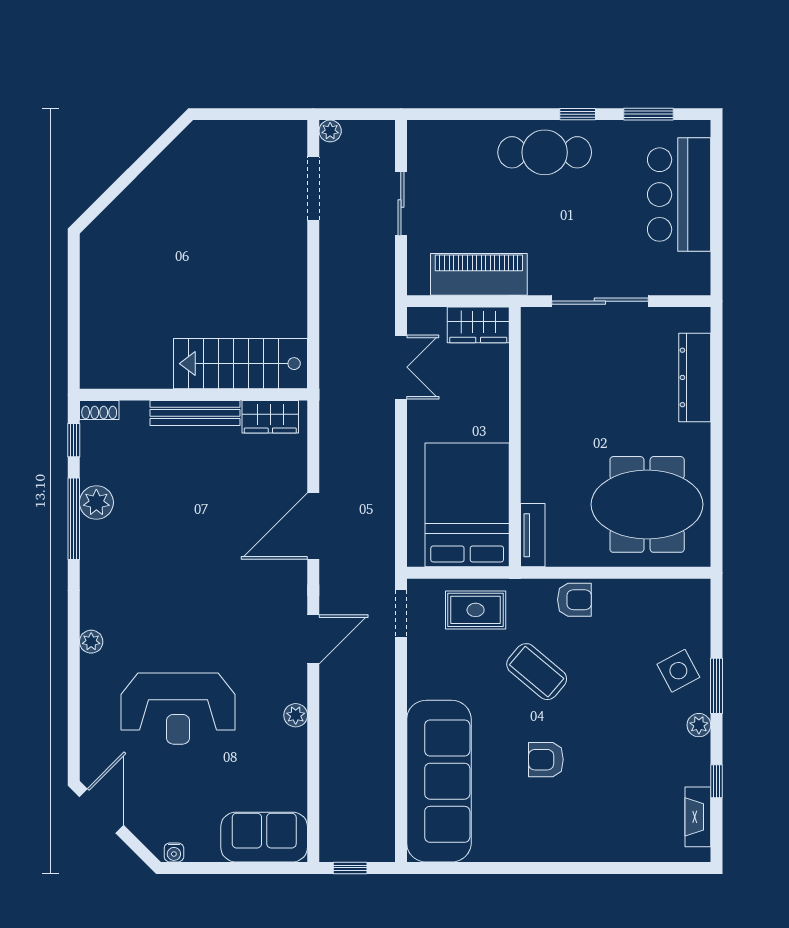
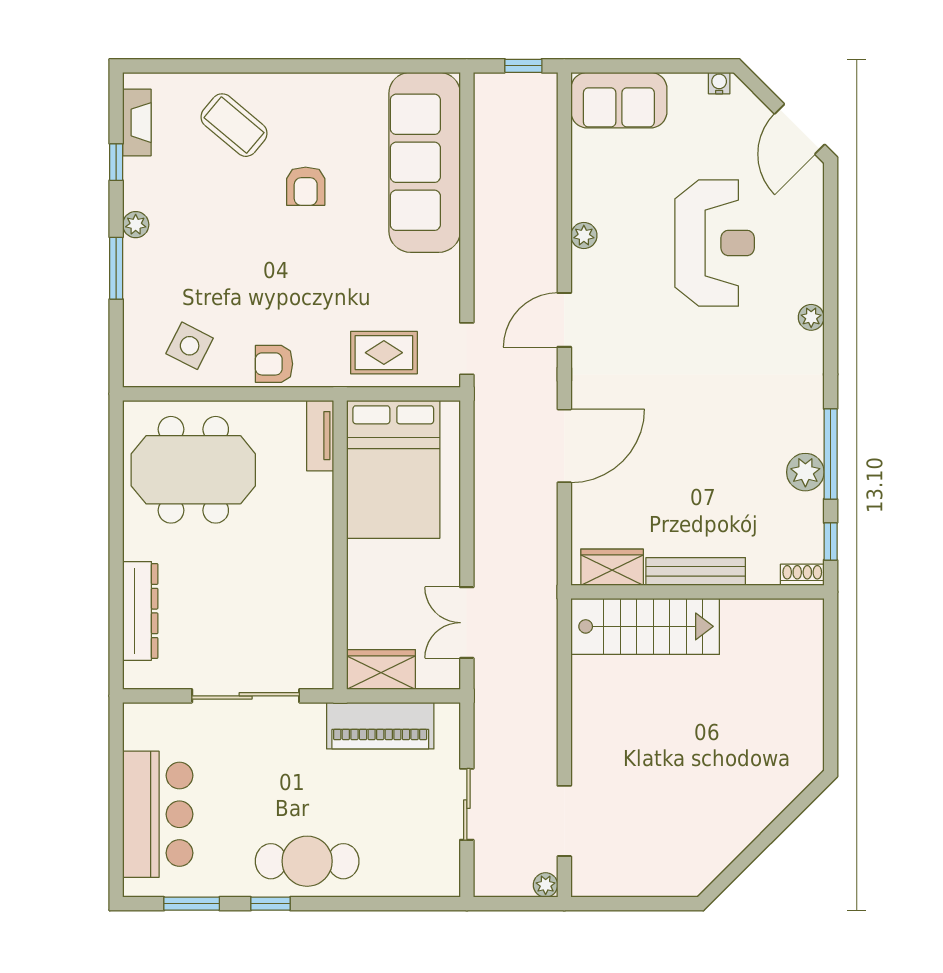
side table: (678, 671) -> (190, 346), moved, turned -35
coffee table: (537, 672) -> (234, 125), moved
reception desk: (178, 709) -> (715, 243), turned 90
armchair: (546, 760) -> (306, 186), turned 90

